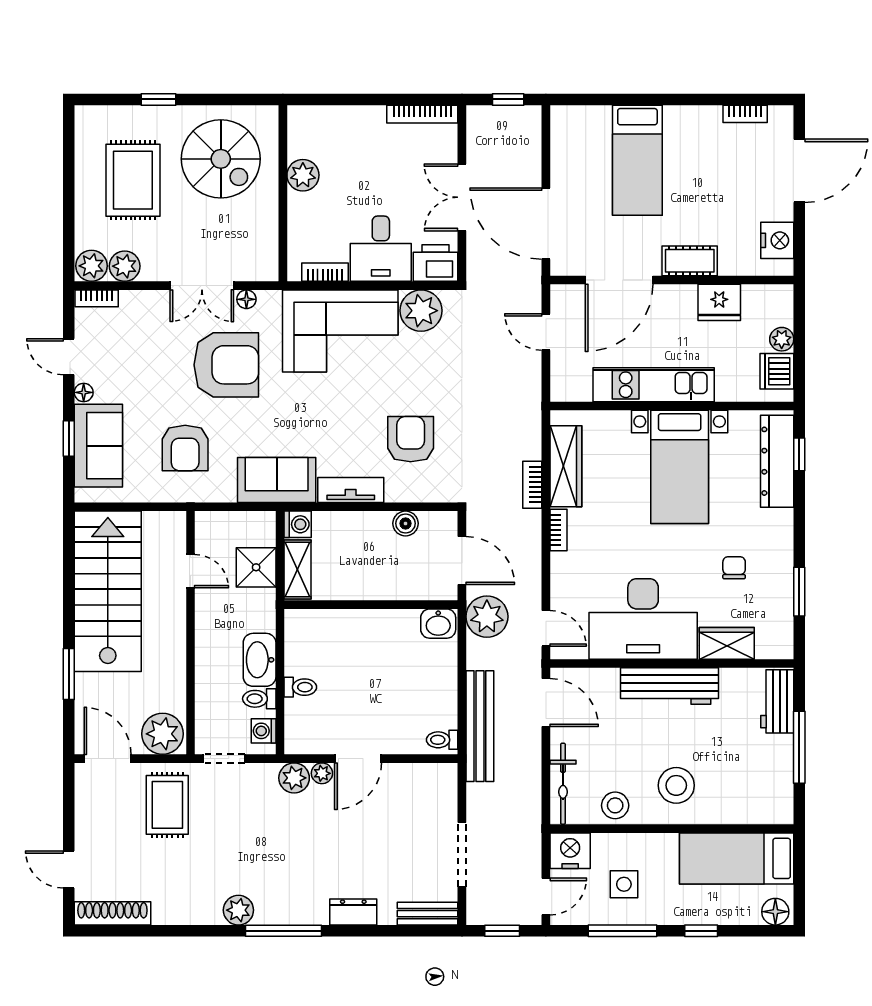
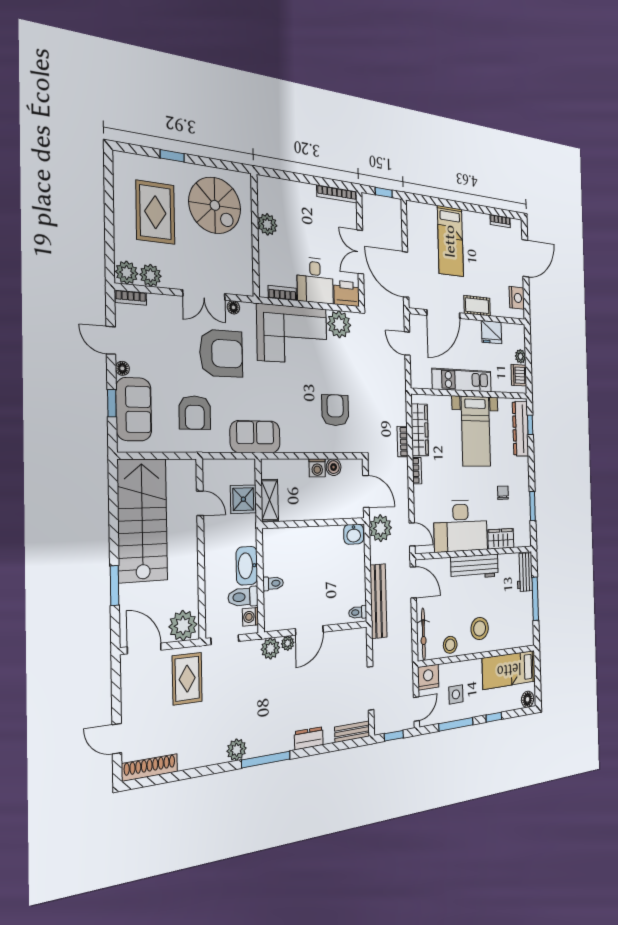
tv unit: (351, 490) -> (301, 444), removed
washing machine: (298, 524) -> (317, 468), moved, turned 90
toilet: (259, 699) -> (243, 597), width x1.37, depth x1.39

